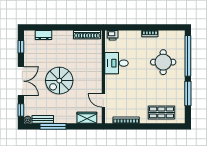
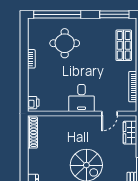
desk: (116, 63) -> (82, 98), moved
window: (188, 94) -> (114, 14), moved

